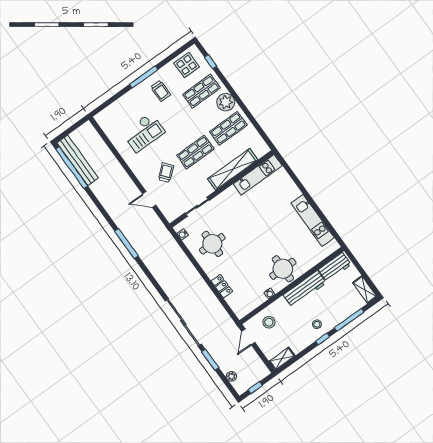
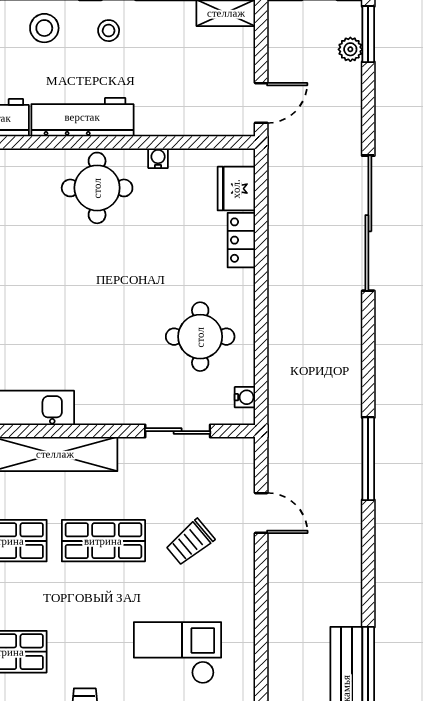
fridge: (236, 302) -> (236, 189), added
stool: (269, 322) -> (44, 28), moved
window: (210, 360) -> (368, 34), moved

